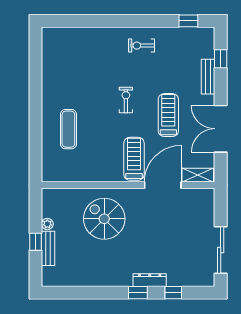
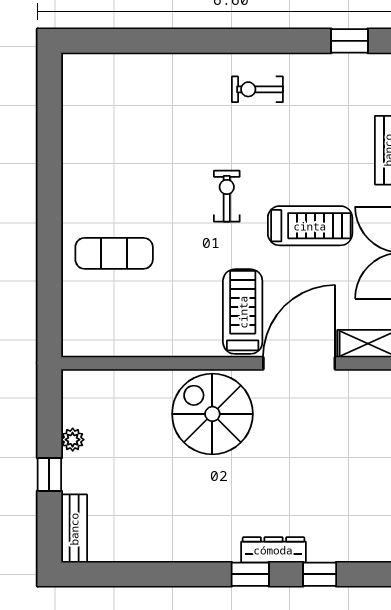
treadmill: (168, 115) -> (310, 226), turned 90
exercise mat: (68, 129) -> (114, 253), turned 90
spiral stairs: (104, 219) -> (212, 414), moved
bench: (48, 248) -> (74, 529), moved

